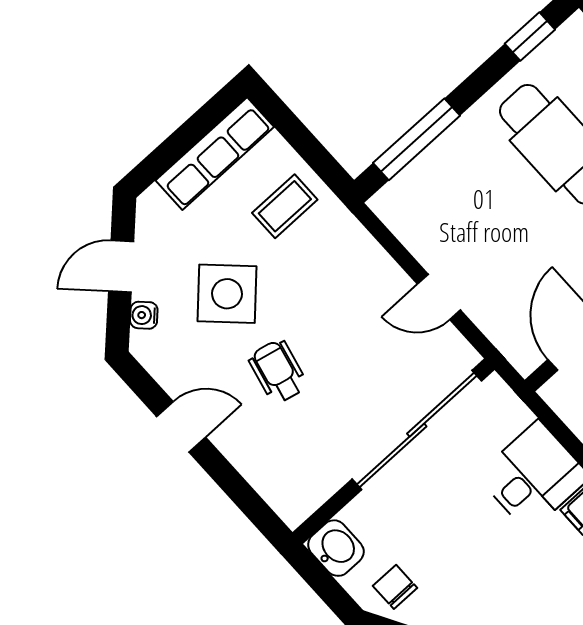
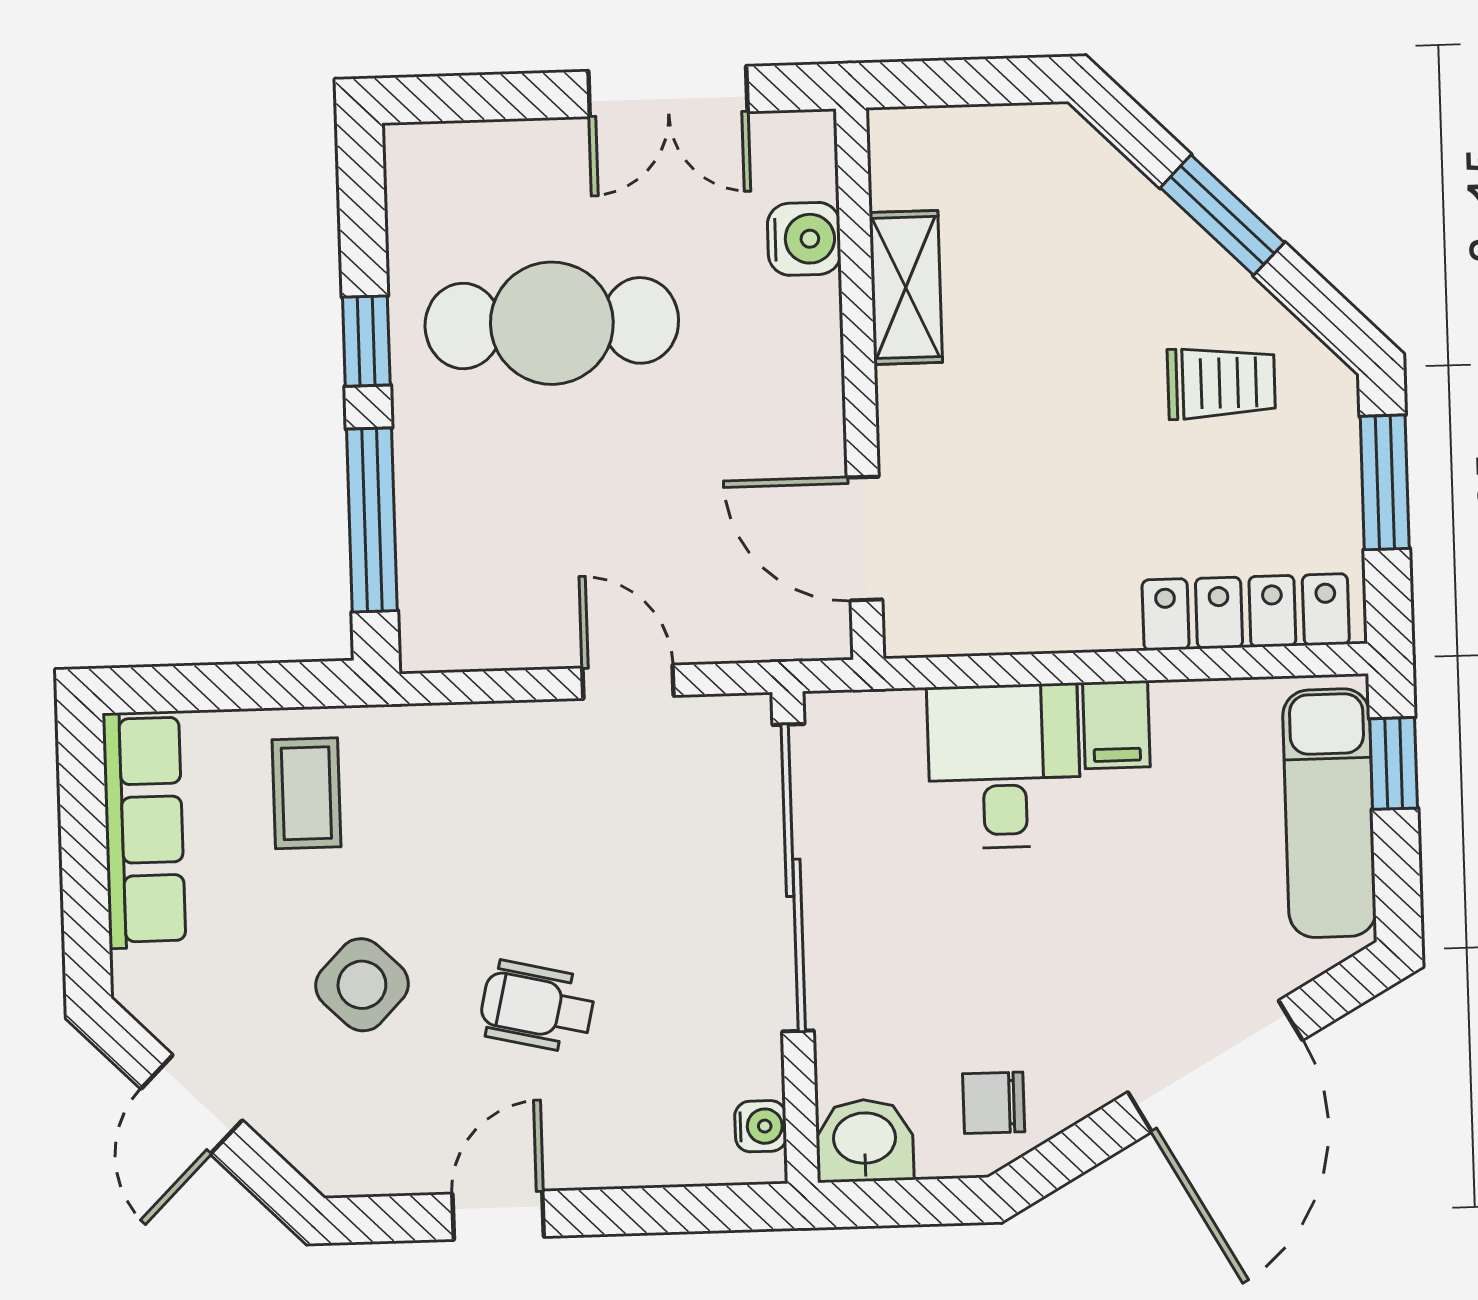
window: (530, 37) -> (366, 341), moved
side table: (227, 294) -> (362, 985), width x0.73, depth x0.73
door: (439, 297) -> (628, 682), swing flipped
water cooler: (144, 315) -> (761, 1126), moved, turned -135

